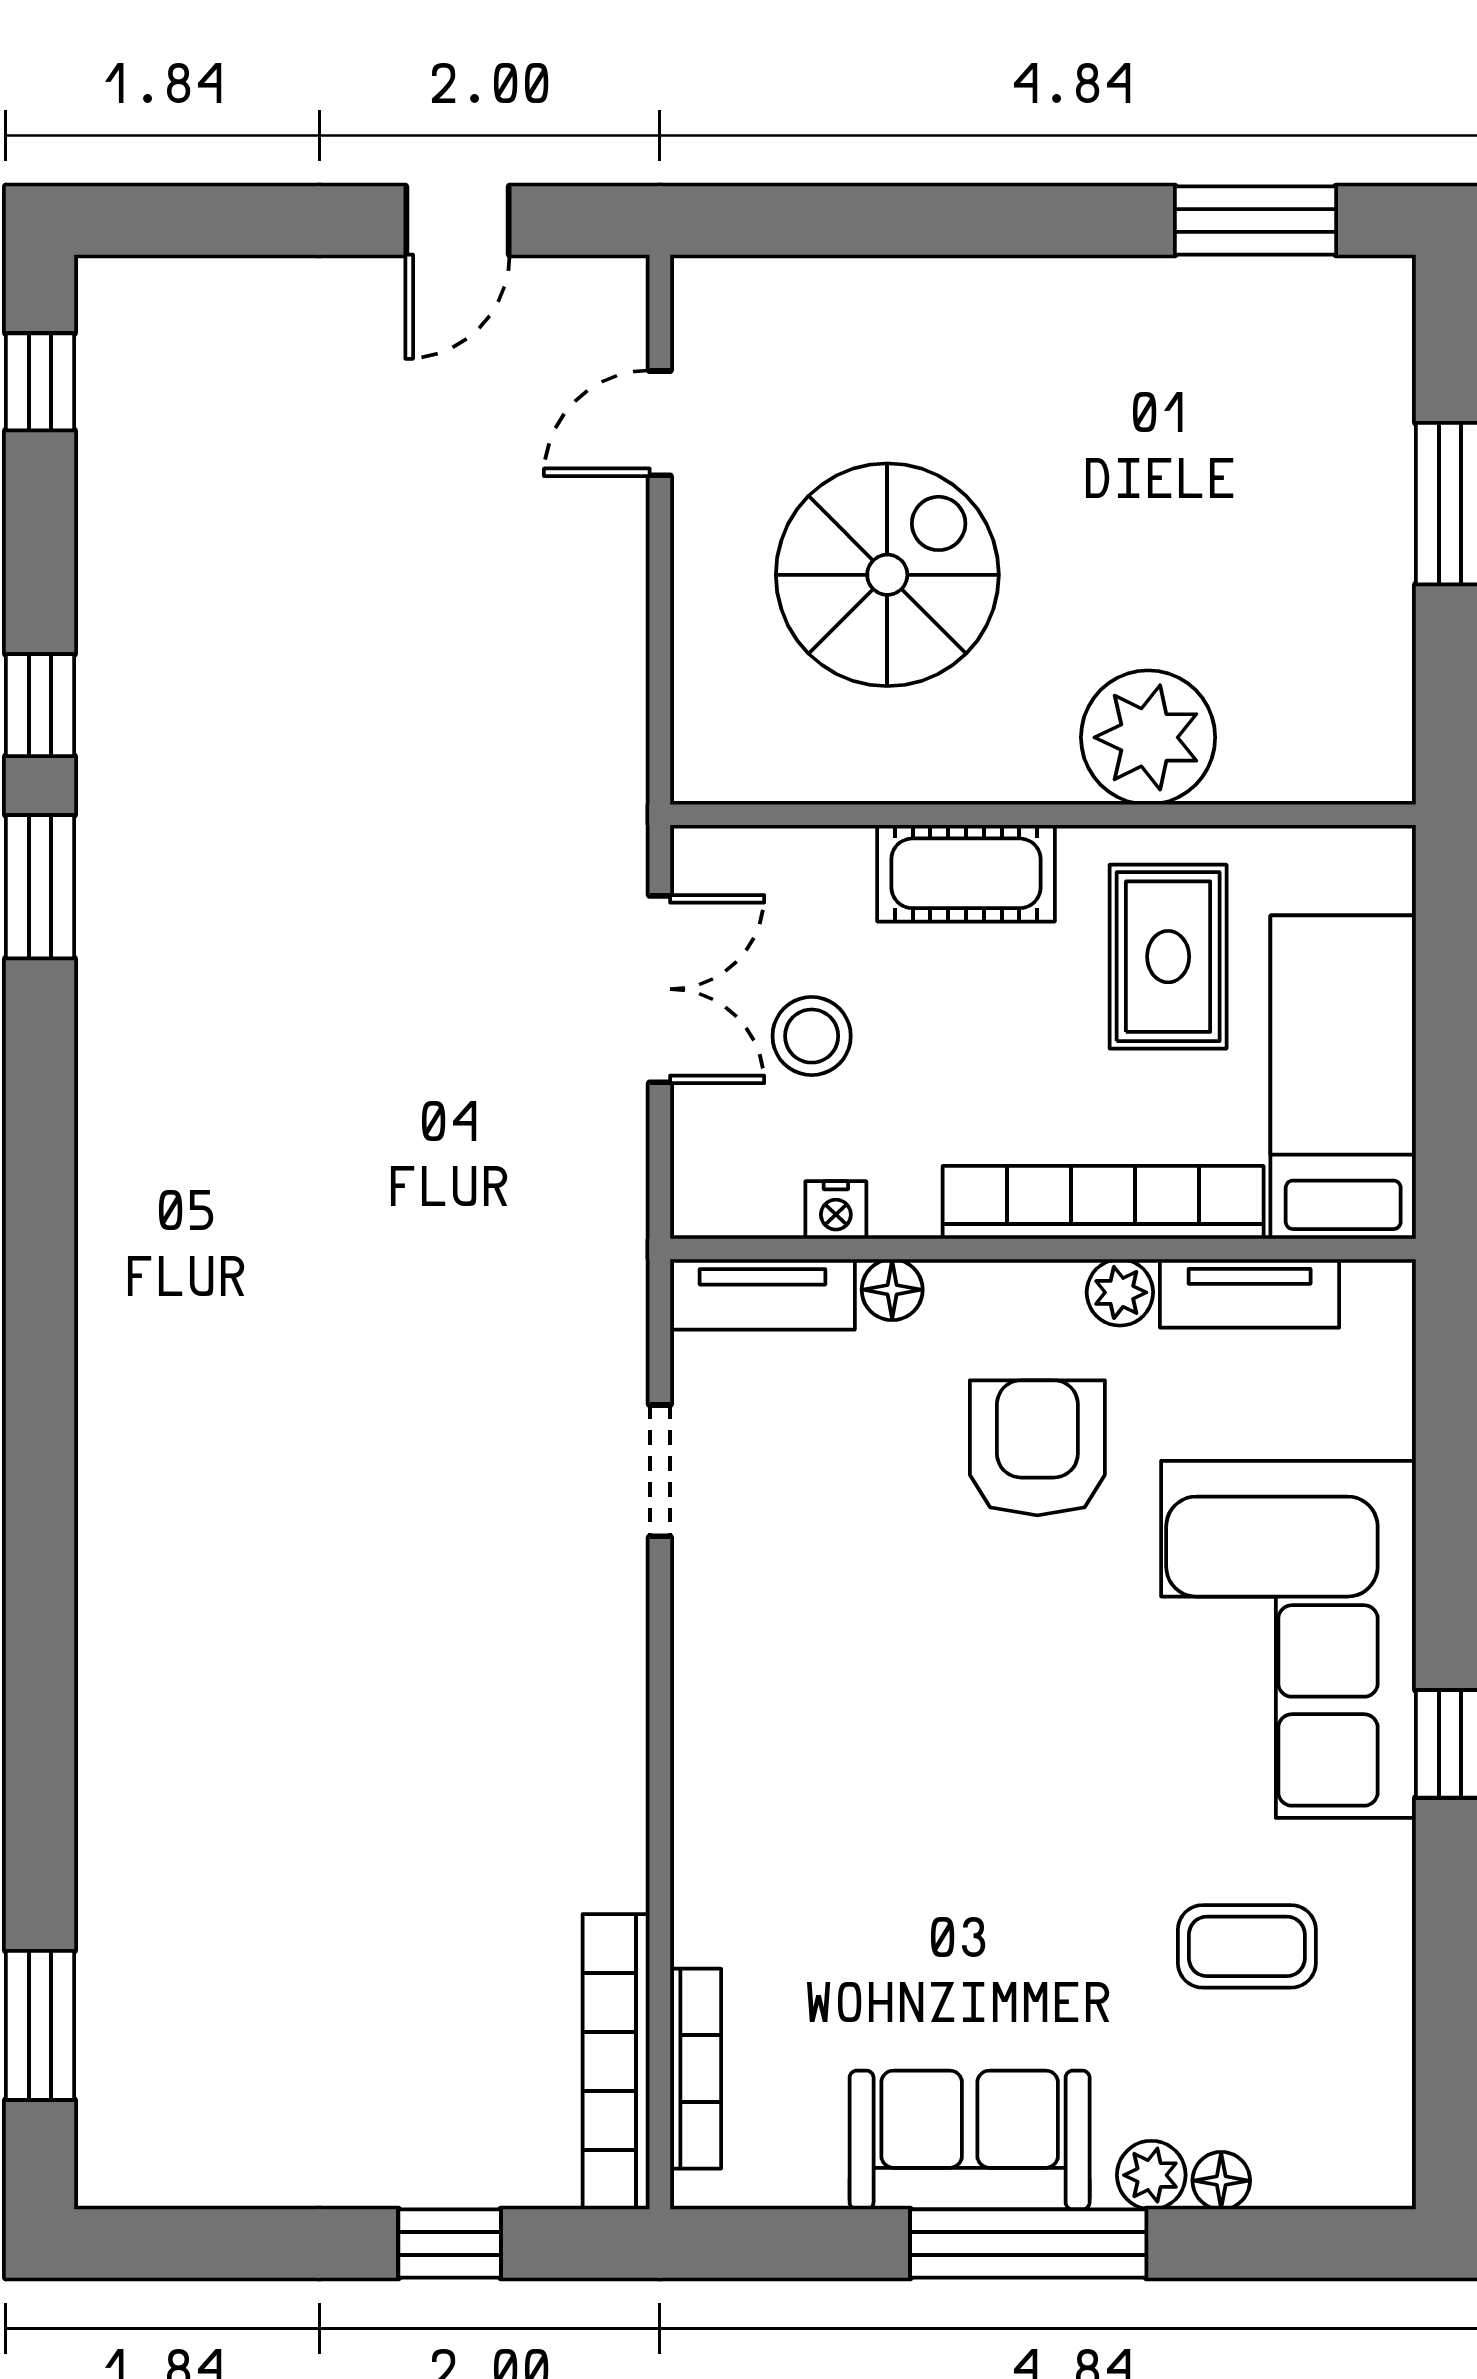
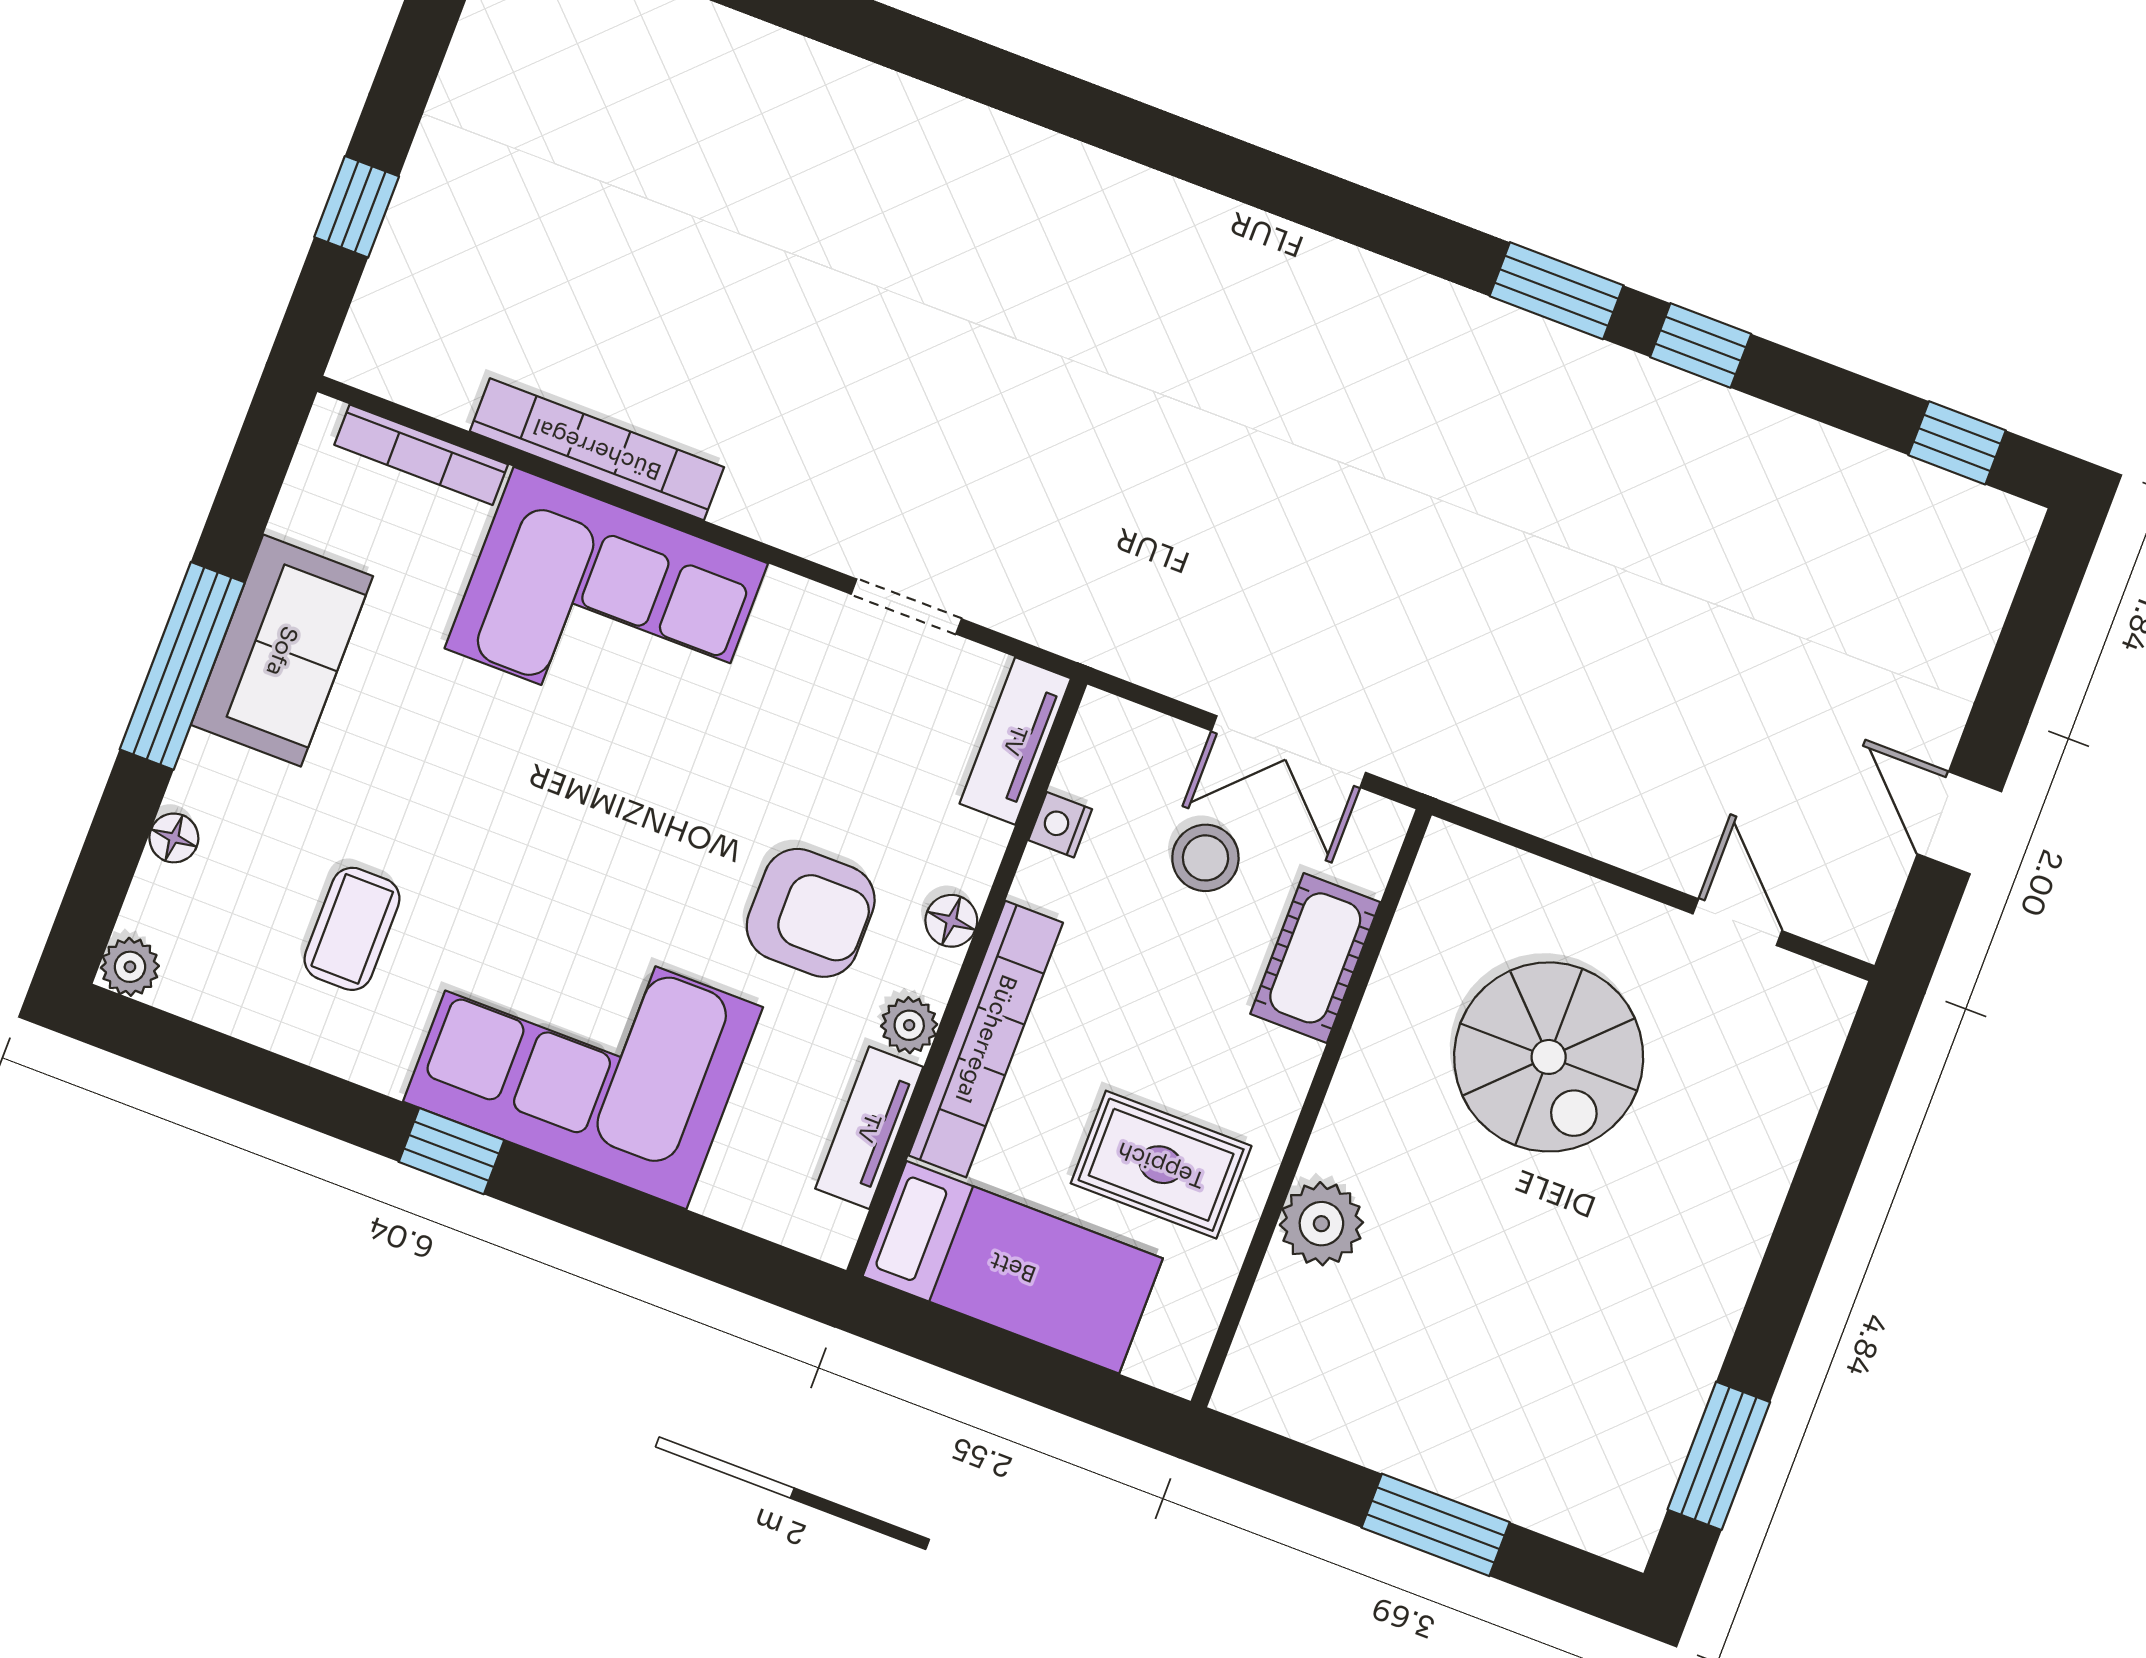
plant: (1148, 737) -> (1321, 1224), width x0.73, depth x0.73
cot: (966, 873) -> (1315, 958), moved
floor lamp: (892, 1290) -> (951, 921), moved
corner sofa: (785, 1801) -> (606, 606), added
bookcase: (616, 2062) -> (597, 449), moved
plant: (1151, 2175) -> (130, 967), moved

